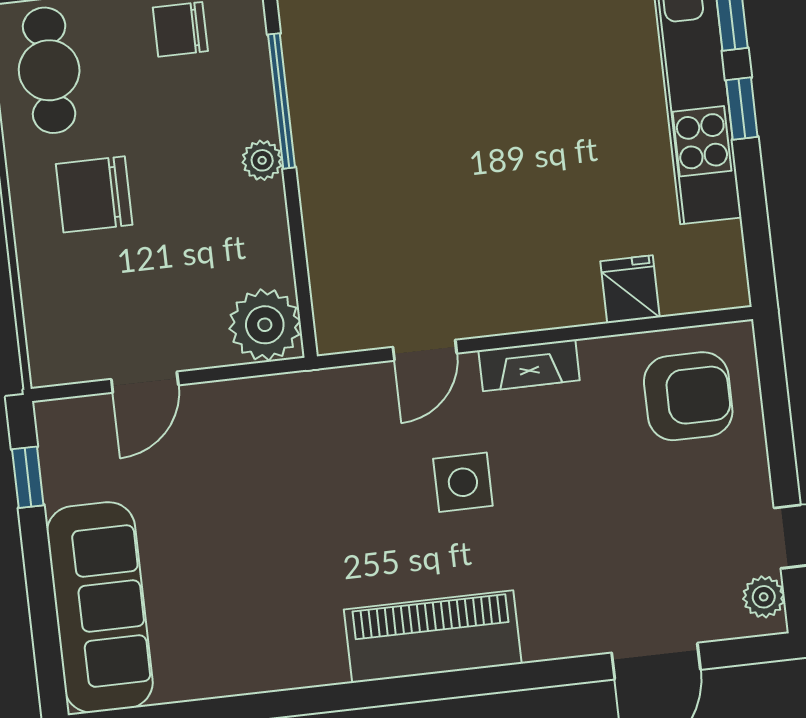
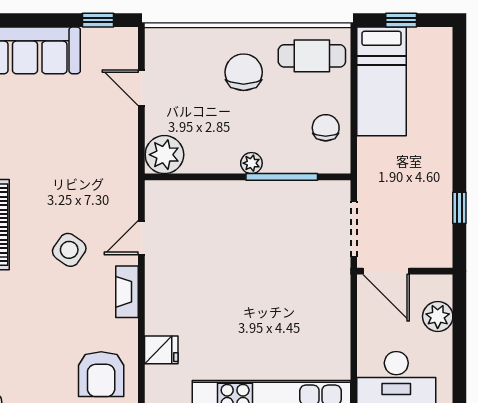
door: (425, 350) -> (141, 238), hinge flipped
side table: (463, 482) -> (69, 250), turned 35

